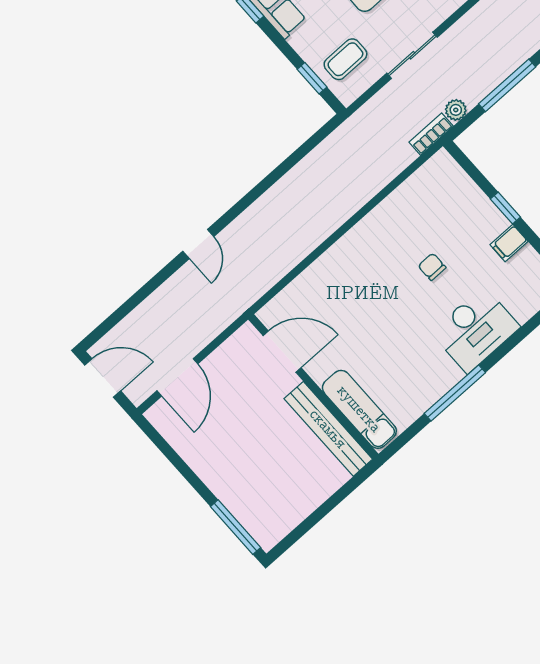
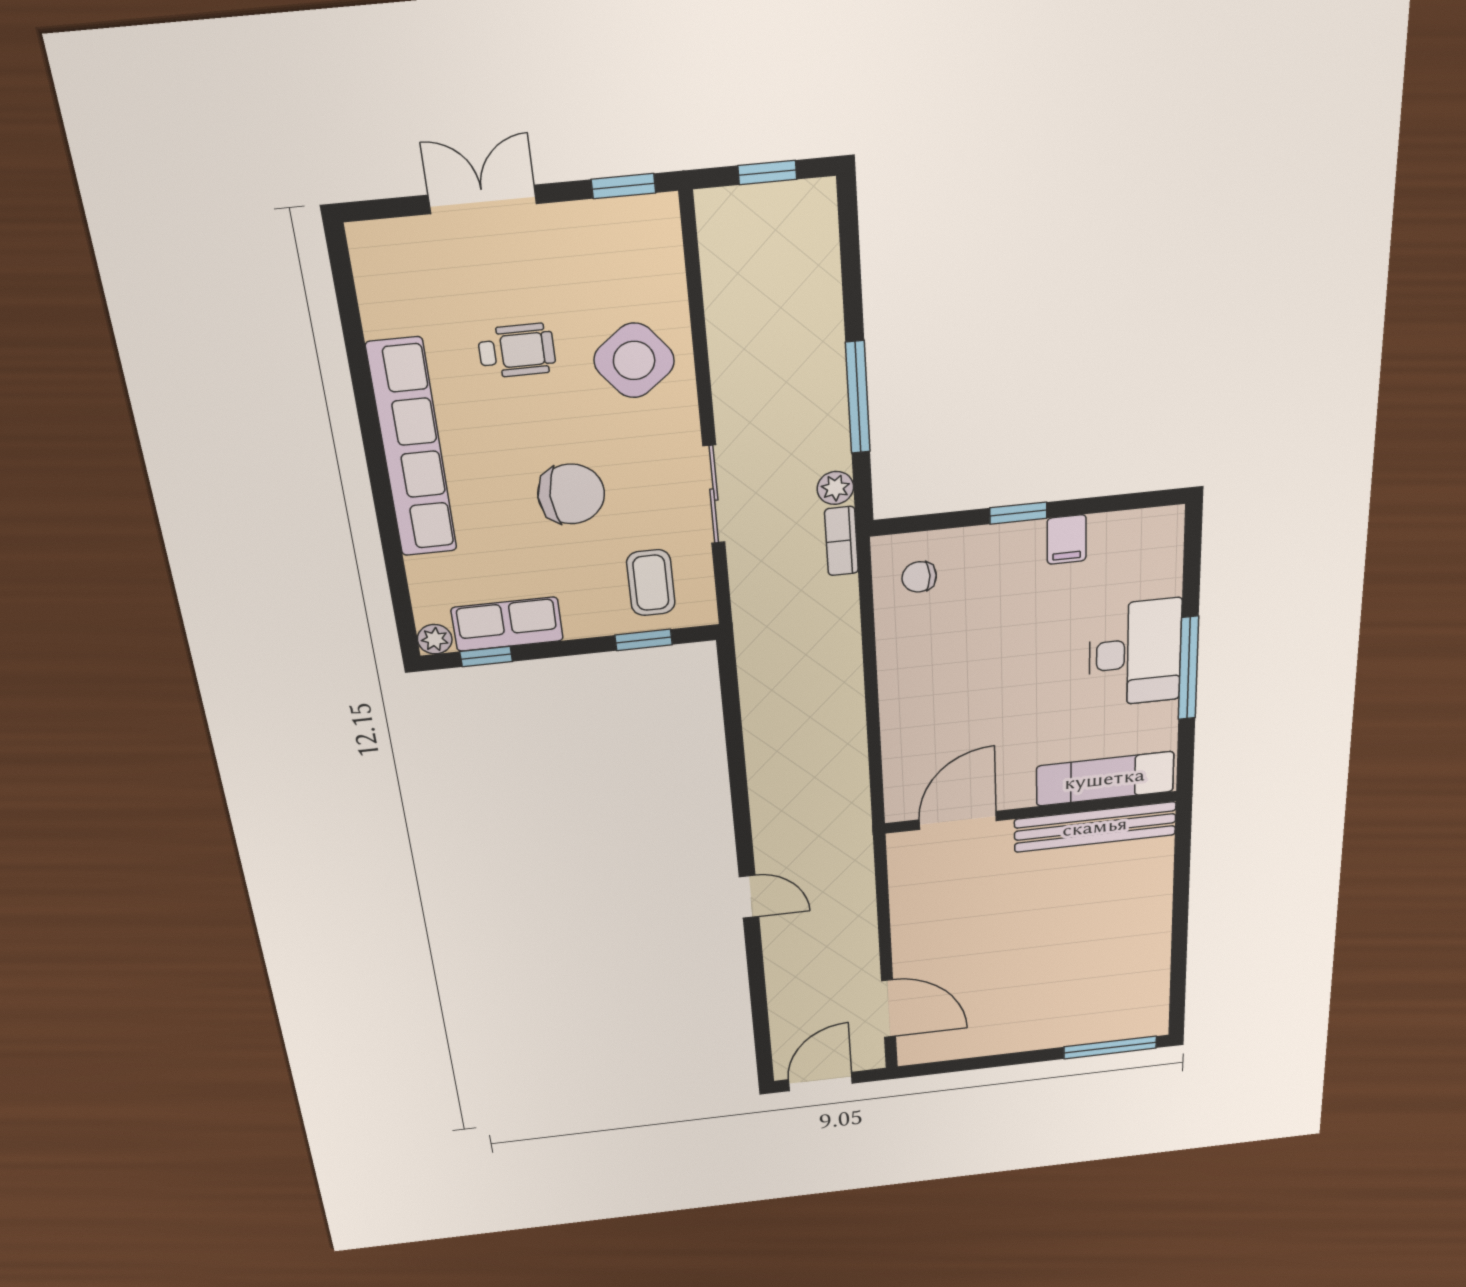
chair: (432, 267) -> (919, 577), moved
door: (282, 352) -> (958, 820), moved
wall: (313, 387) -> (1031, 812), moved
window: (455, 393) -> (1188, 668), moved
exam couch: (359, 409) -> (1105, 779), moved
bench: (328, 429) -> (1095, 827), moved

